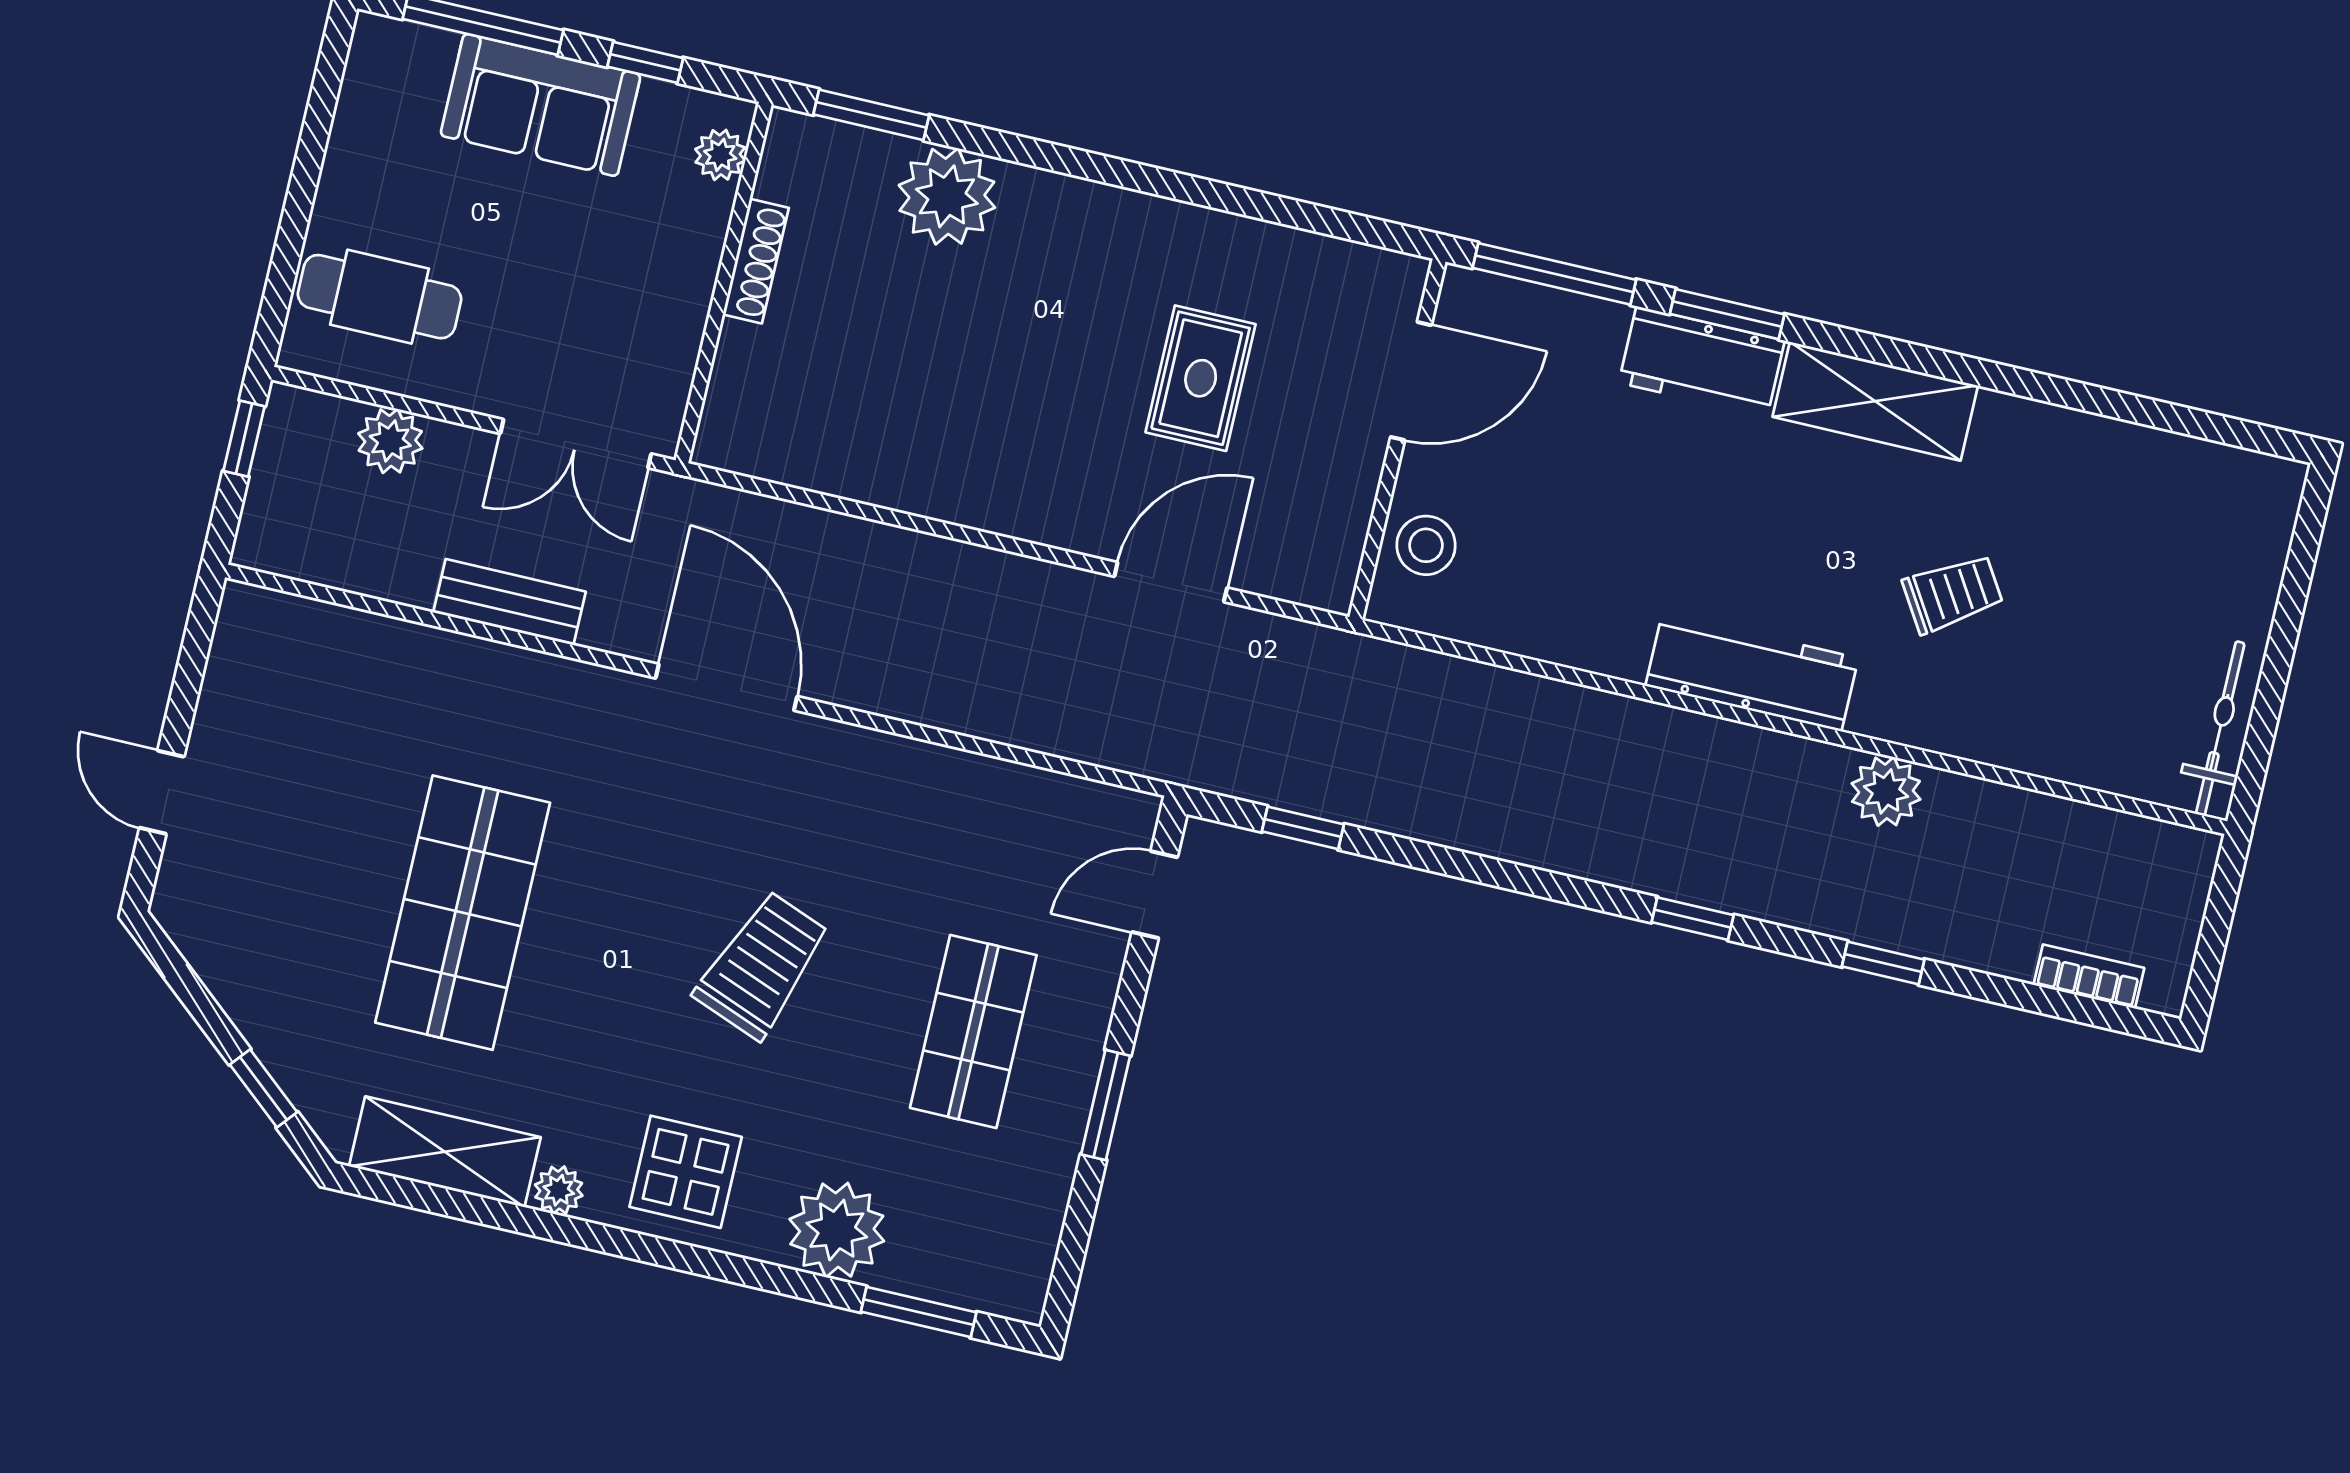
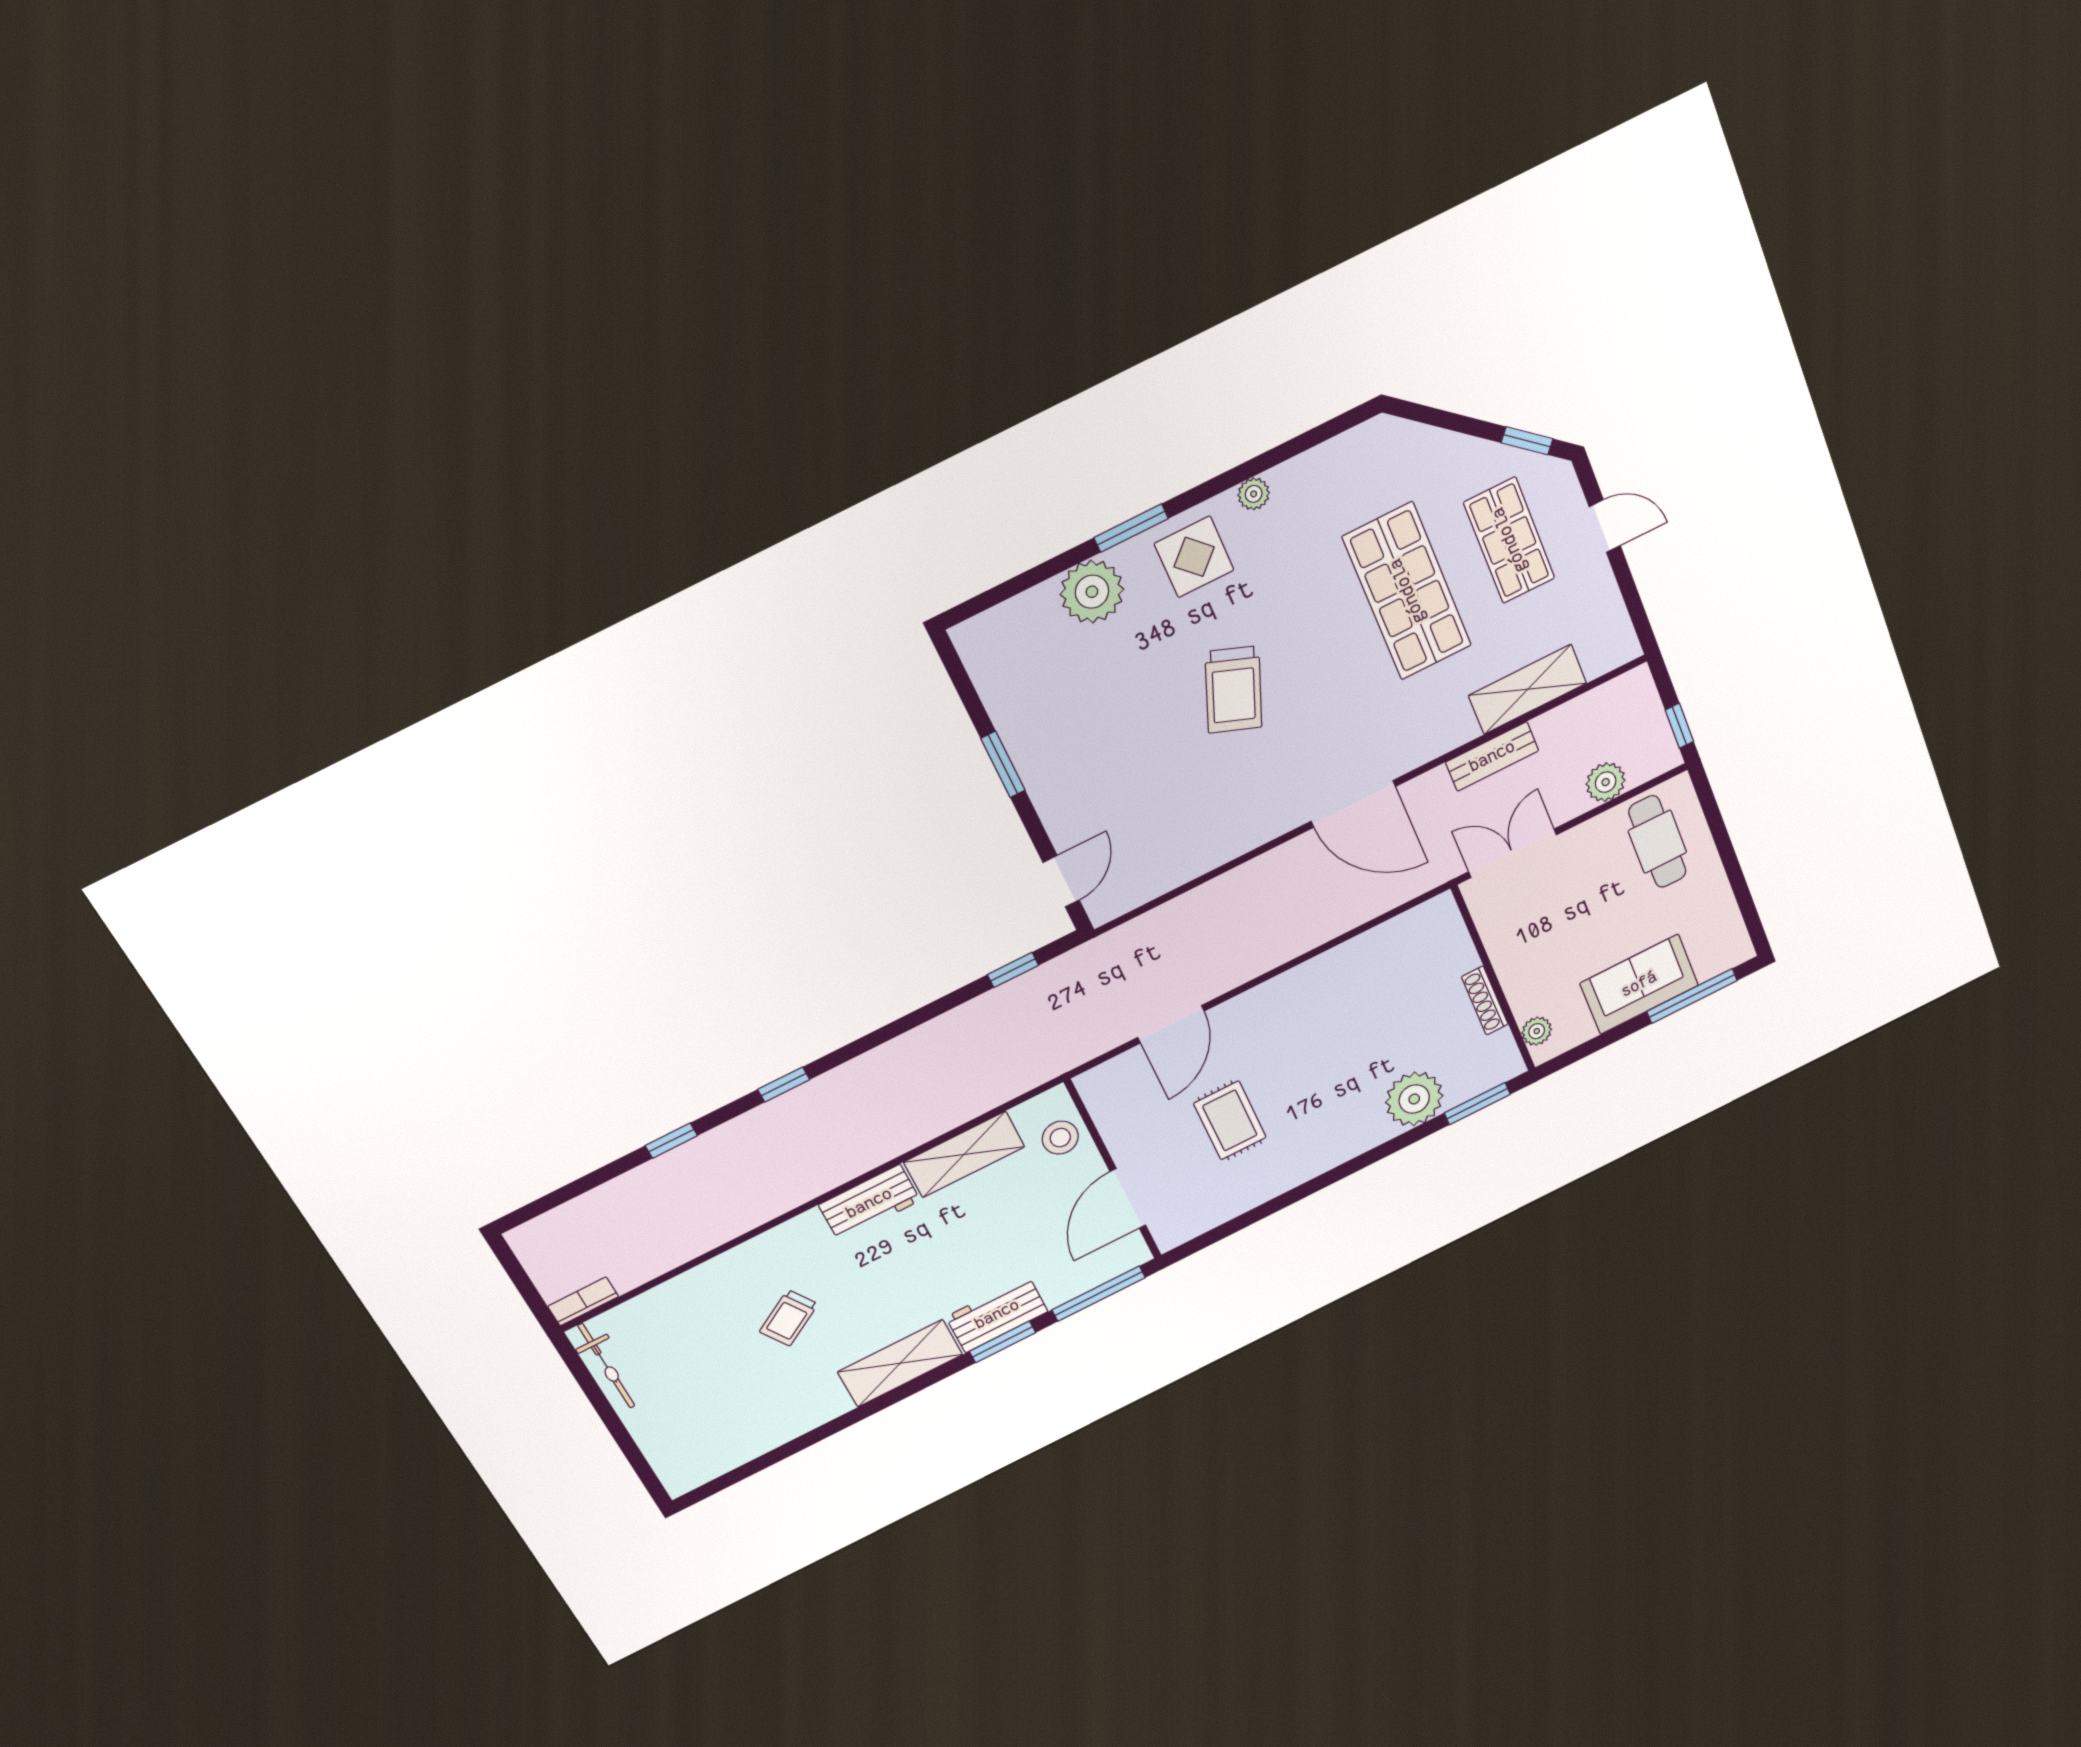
window: (645, 62) -> (1602, 1041), removed
cafe table: (380, 297) -> (1657, 842), turned 90
shelving: (1559, 628) -> (964, 1154), added
workbench: (1752, 672) -> (869, 1203), width x0.73
plant: (1886, 791) -> (741, 1213), removed
bookcase: (2089, 976) -> (583, 1301), moved, turned 180
shop shelf: (973, 1031) -> (1509, 540), moved
window: (263, 1088) -> (1527, 441), moved
shelving: (445, 1152) -> (1528, 689), moved
window: (919, 1312) -> (1131, 528), moved

